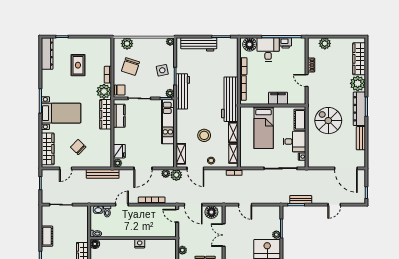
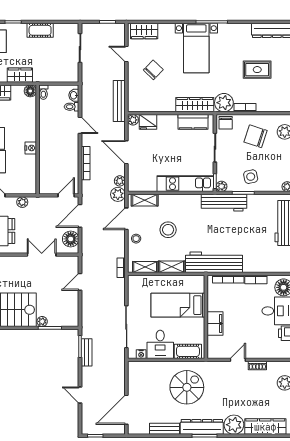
wardrobe: (48, 149) -> (144, 31), width x0.67

